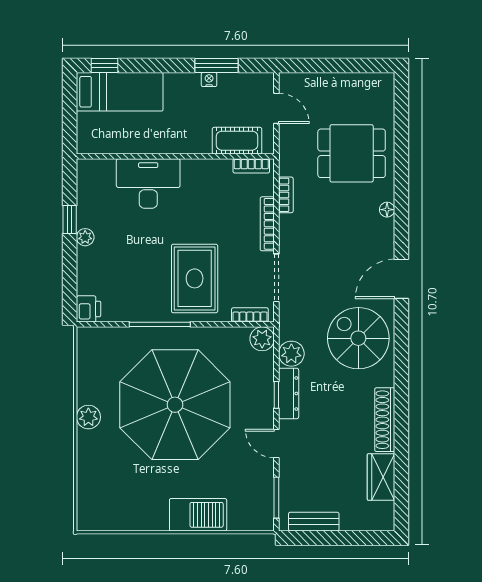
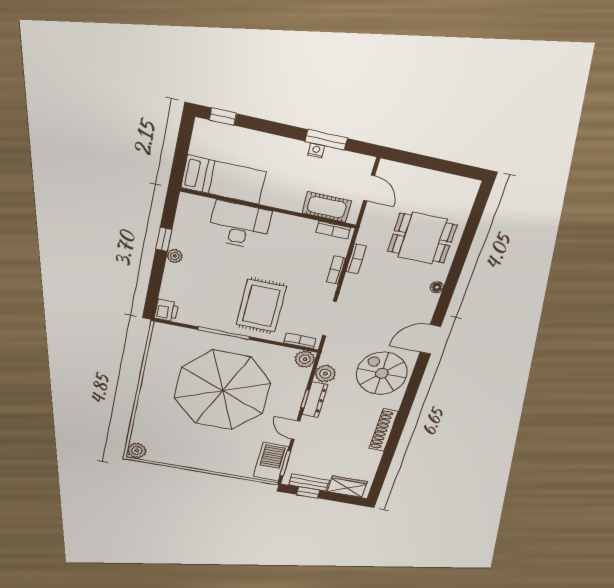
bed: (120, 92) -> (224, 180), moved
bookcase: (267, 224) -> (336, 270), width x0.64
plant: (88, 417) -> (137, 451), moved
wardrobe: (381, 477) -> (347, 487), moved, turned 90
barbecue: (198, 515) -> (271, 462), moved, turned -90
window: (317, 538) -> (308, 492), added

